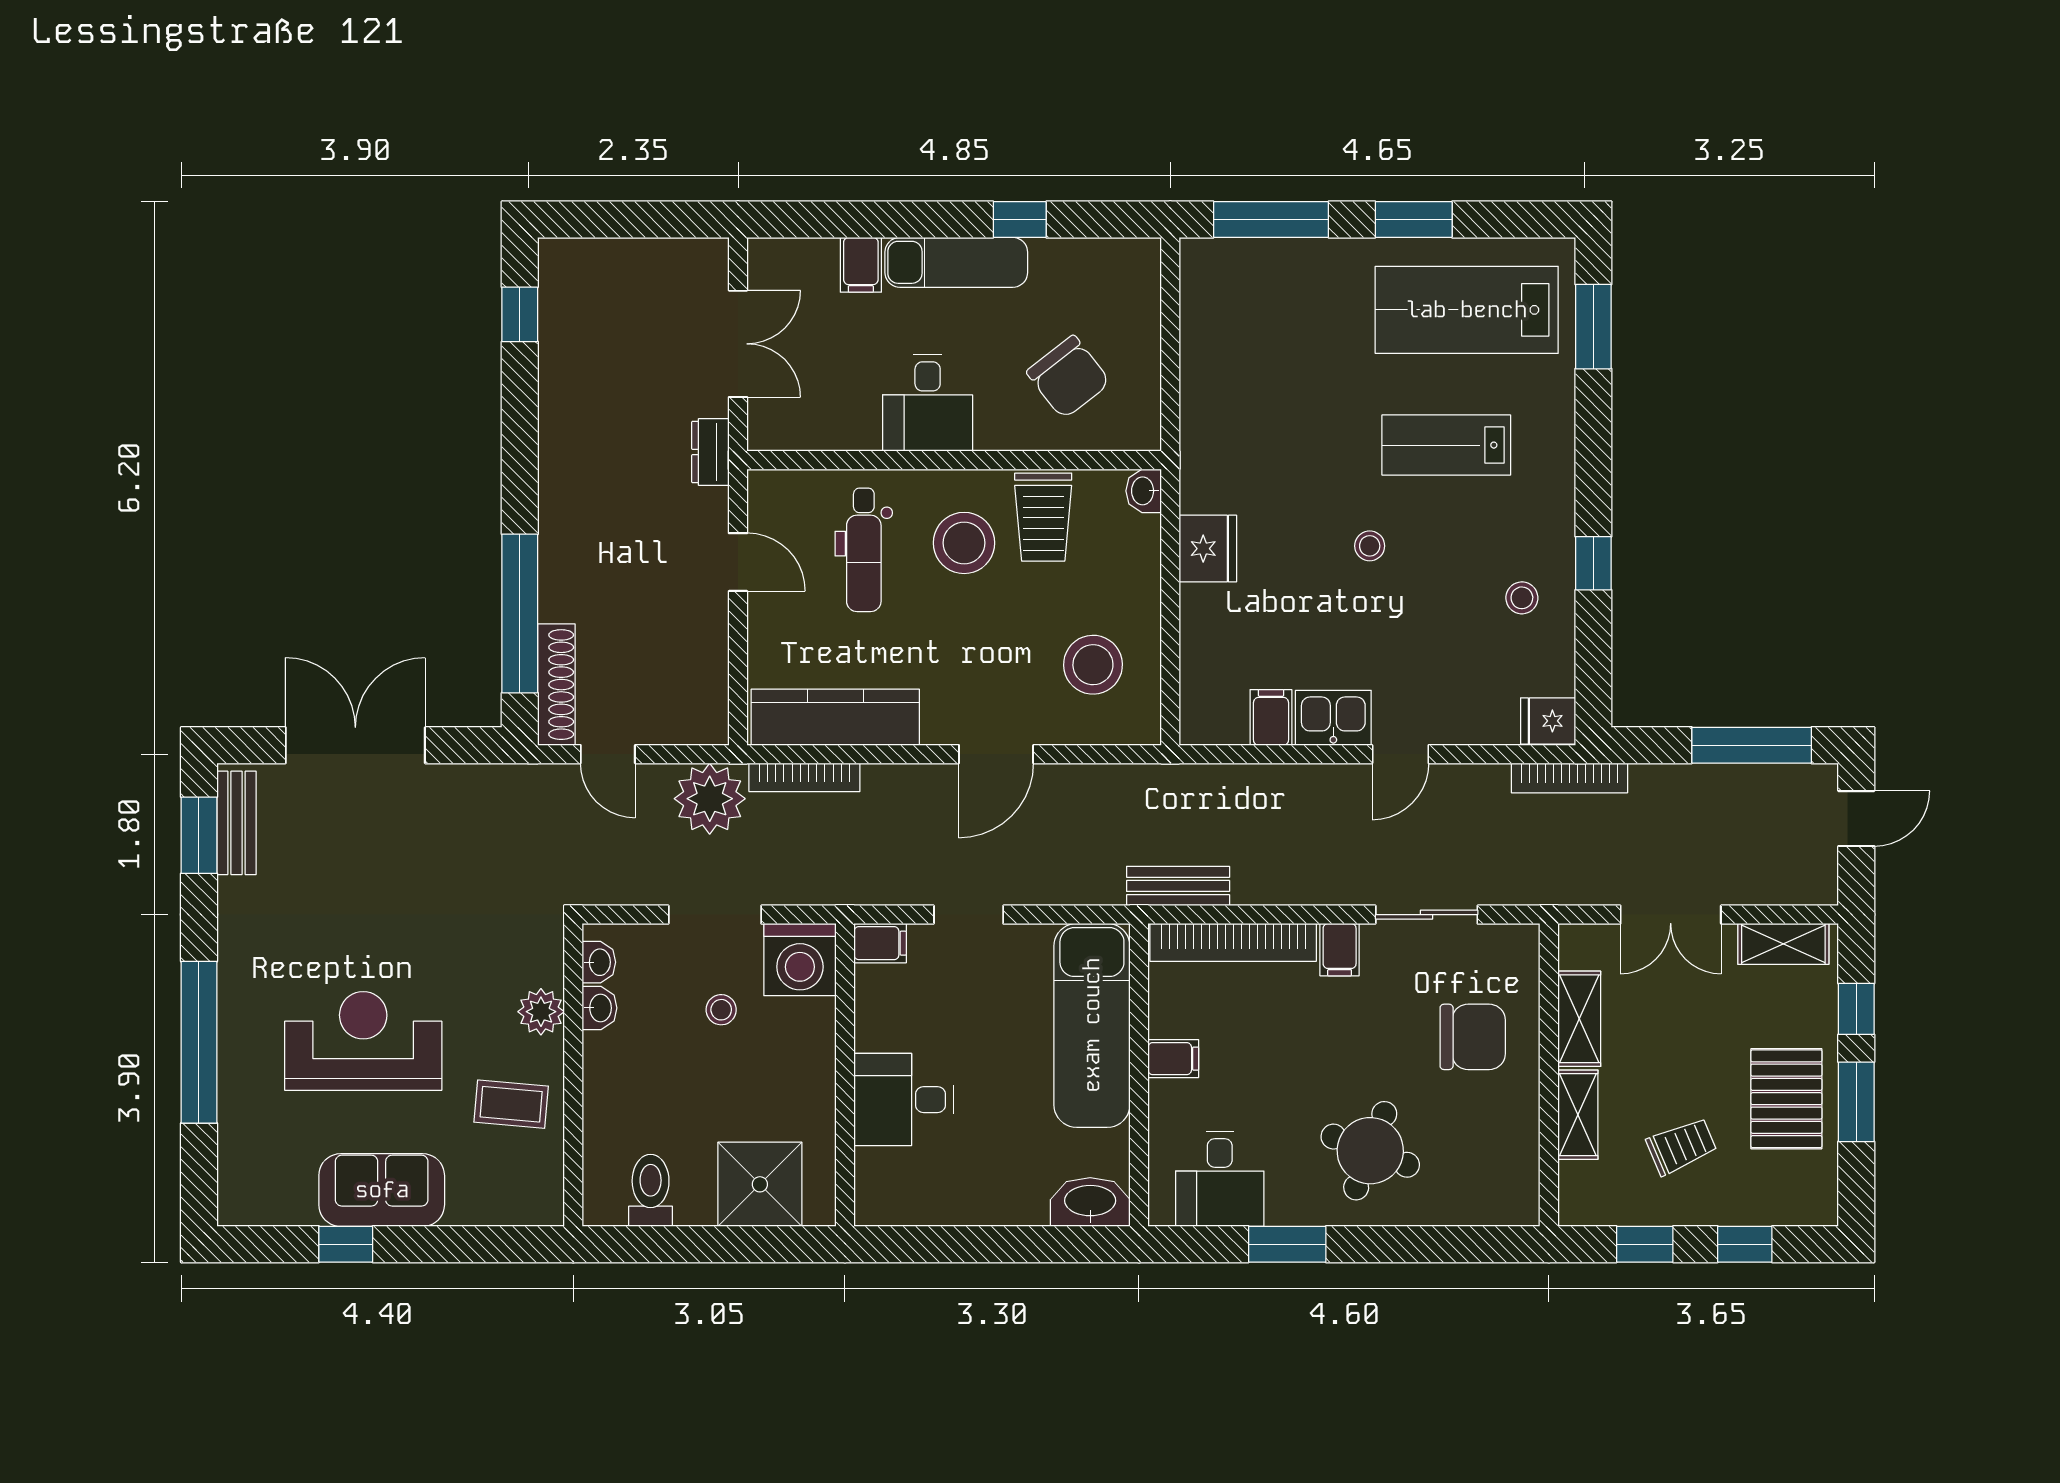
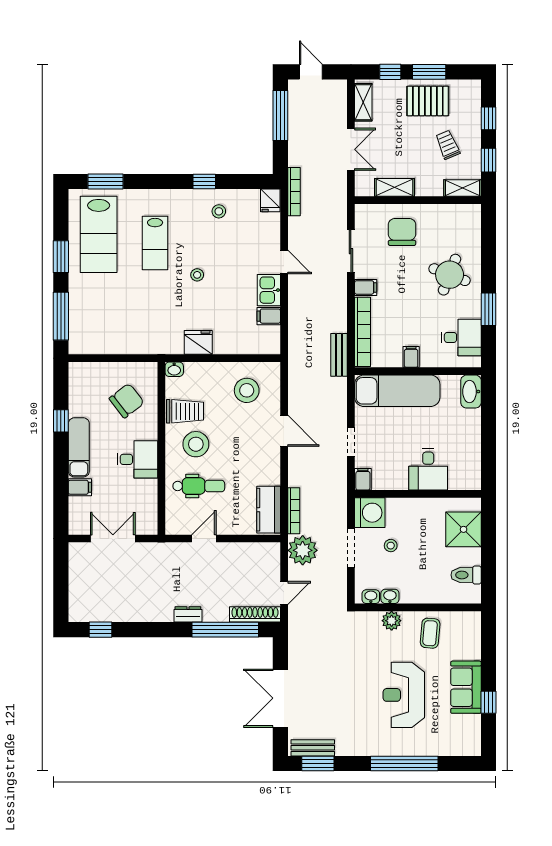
dresser: (710, 452) -> (188, 614), moved, turned 180
kitchen counter: (835, 717) -> (269, 510), width x0.67
shelving: (1578, 1115) -> (462, 188), moved

